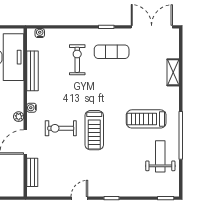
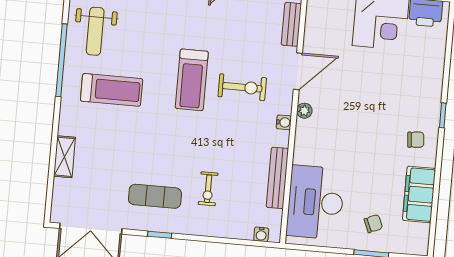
exercise bike: (77, 60) -> (208, 189), width x0.73, depth x0.72
treadmill: (94, 130) -> (192, 80), turned 180

